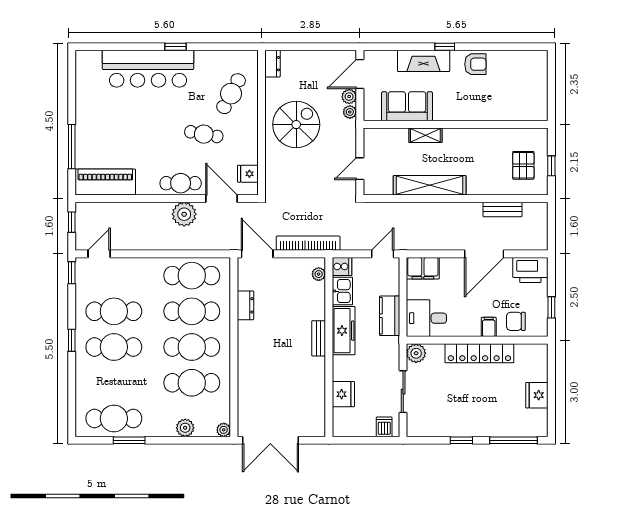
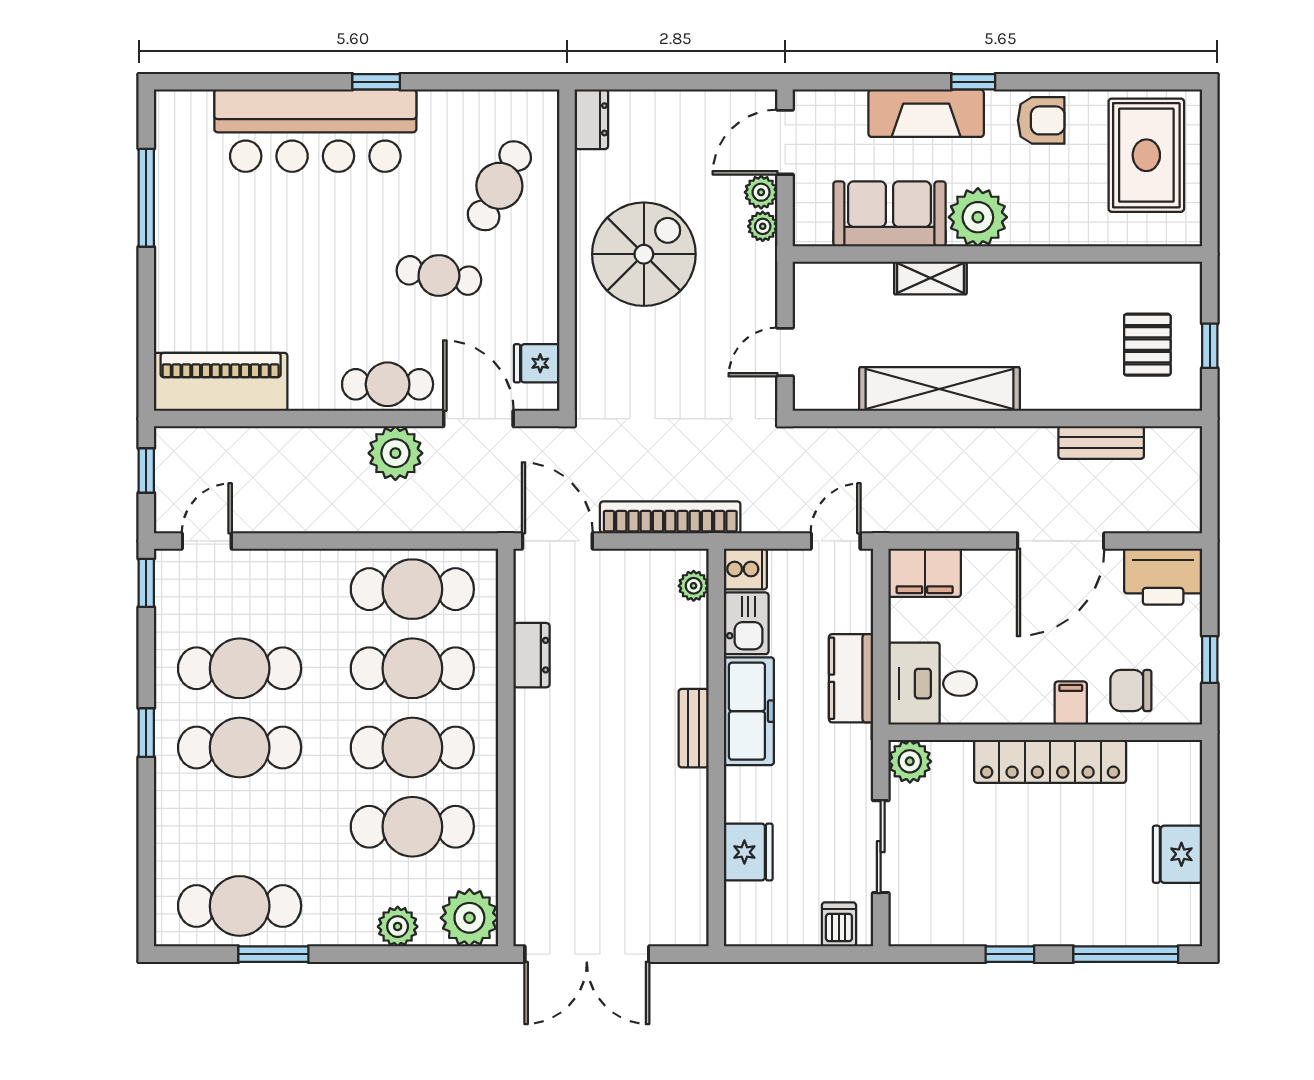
rug: (523, 80) -> (1146, 155), added
plant: (447, 108) -> (978, 217), added
window: (72, 147) -> (146, 198), moved
plant: (224, 430) -> (469, 918), width x1.87, depth x1.87

